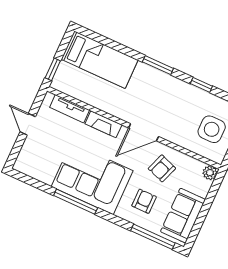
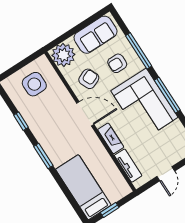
window: (53, 69) -> (110, 210), moved
armchair: (162, 168) -> (89, 79), turned -43
plant: (210, 173) -> (63, 55), width x1.88, depth x1.88
window: (153, 237) -> (139, 51), moved

